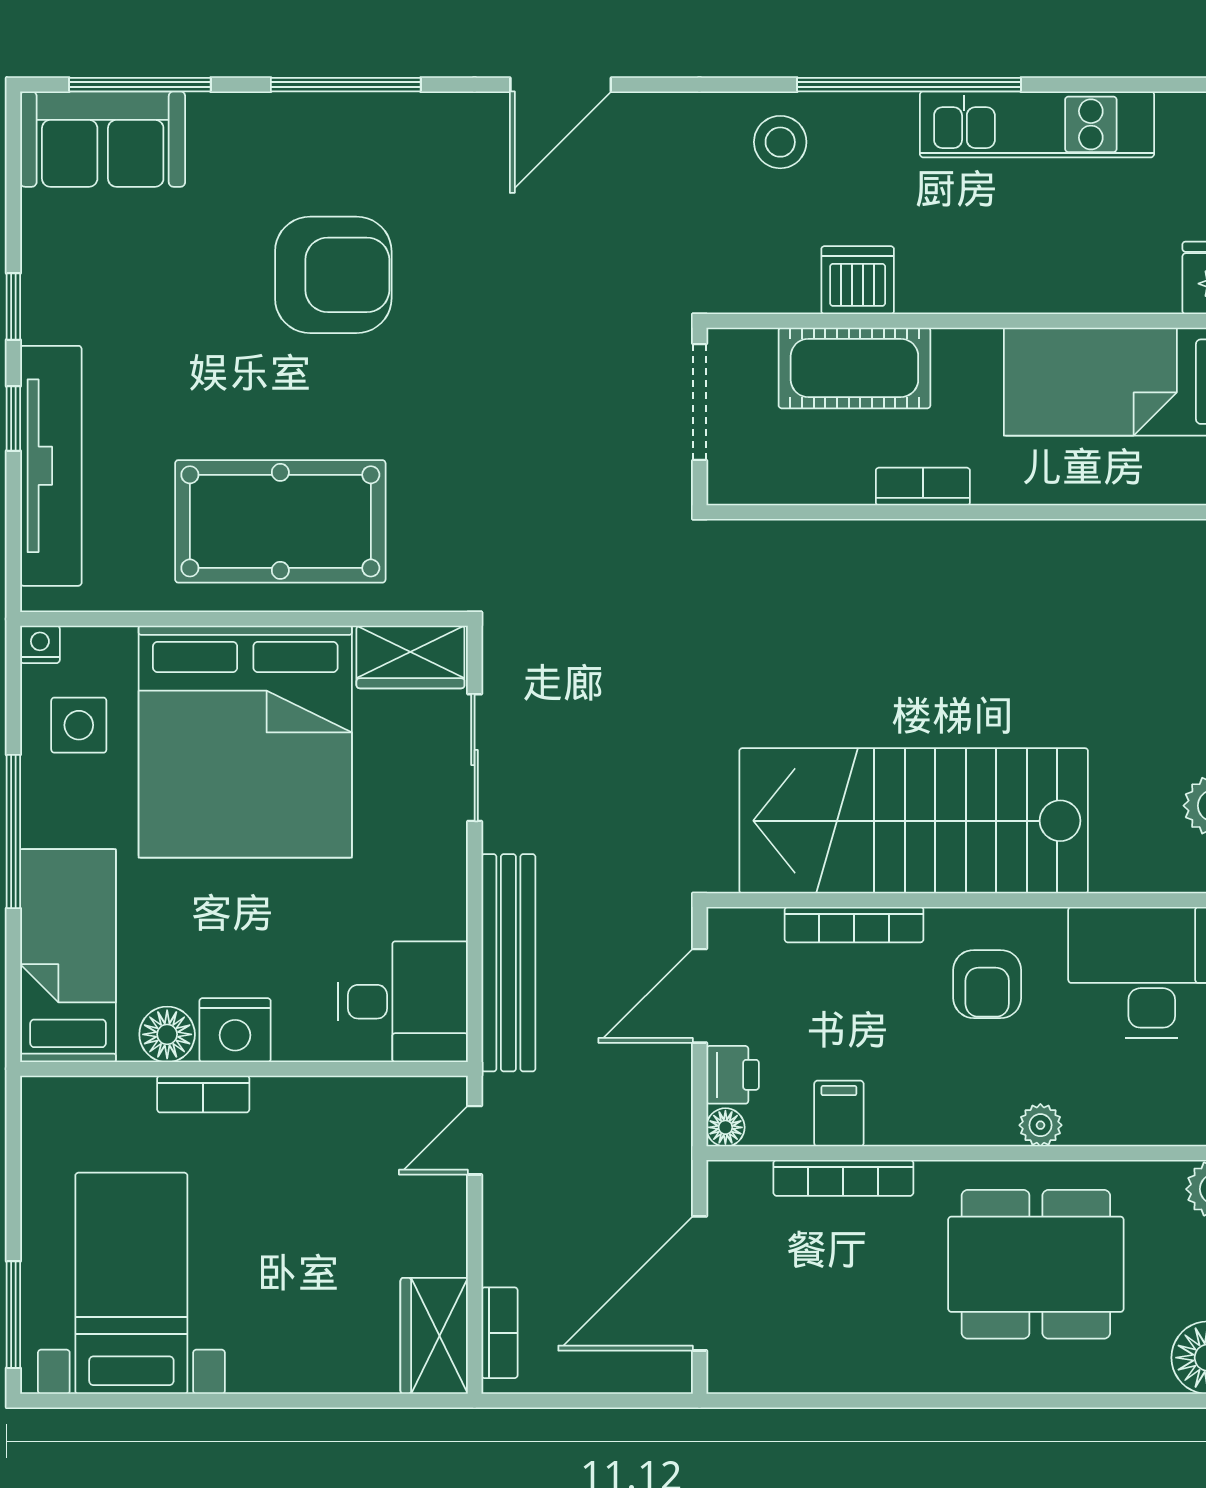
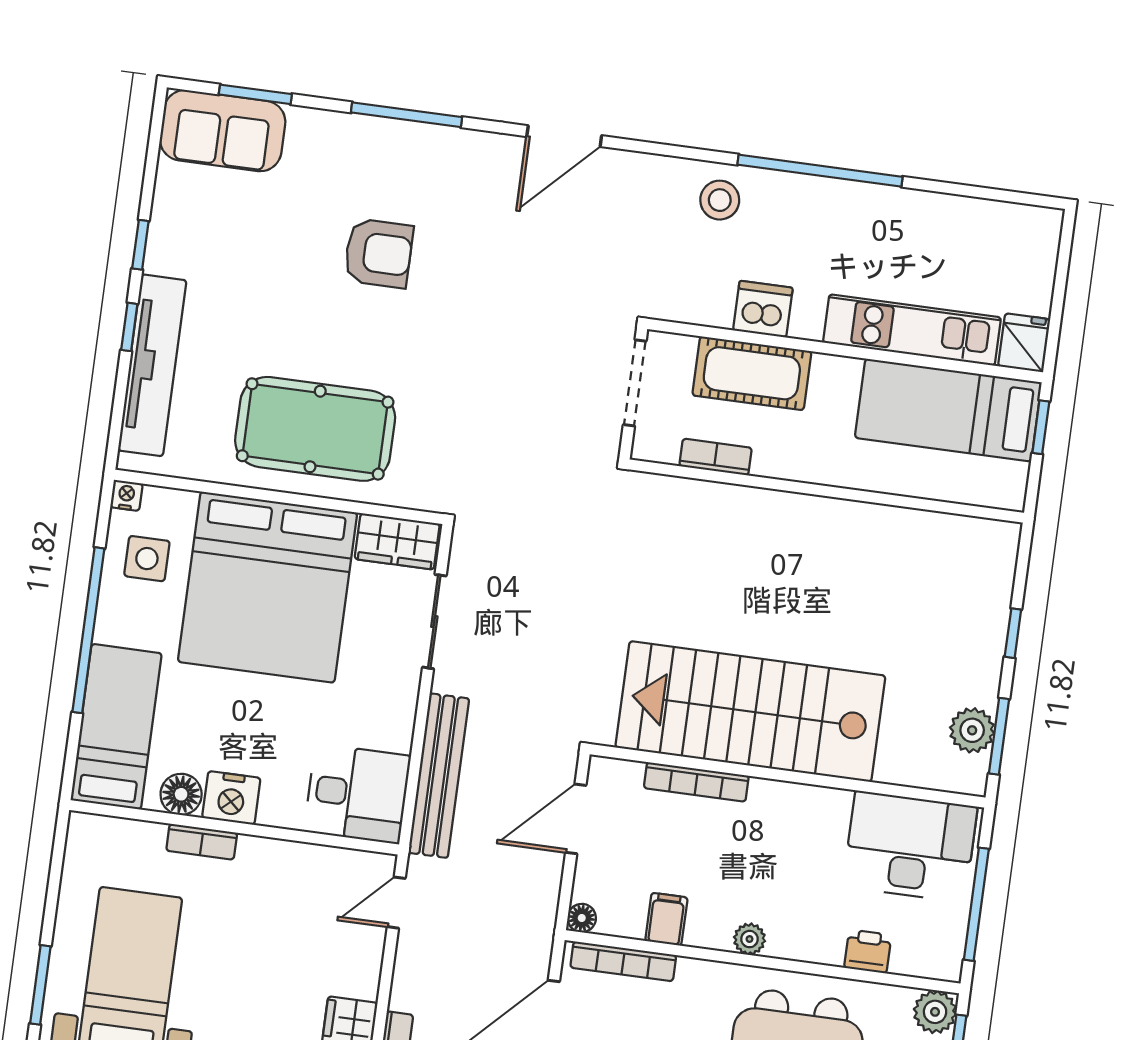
window: (140, 85) -> (255, 94), width x0.69
kitchen unit: (1037, 124) -> (912, 330), moved, turned 180
armchair: (333, 275) -> (378, 253), width x0.73, depth x0.73
bookcase: (923, 486) -> (716, 457), moved
window: (13, 832) -> (88, 630), width x1.46
armchair: (987, 984) -> (788, 839), removed
printer: (733, 1075) -> (868, 951), moved, turned -90
plant: (1040, 1125) -> (750, 939), moved
bookcase: (843, 1178) -> (623, 961), moved

